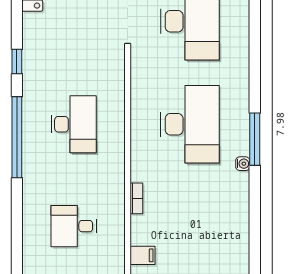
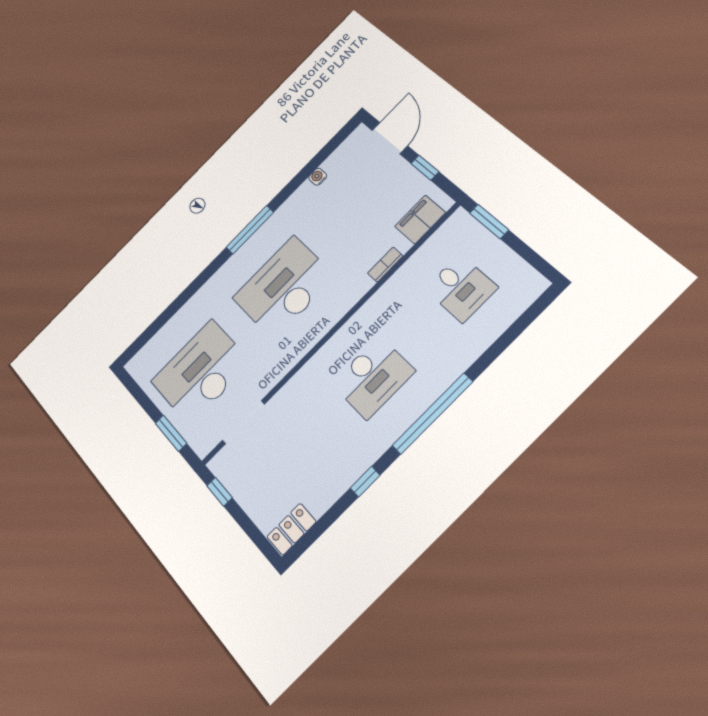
desk: (74, 124) -> (373, 377), turned 180
water cooler: (243, 164) -> (318, 177), moved
filing cabinet: (143, 255) -> (420, 219), width x2.00

